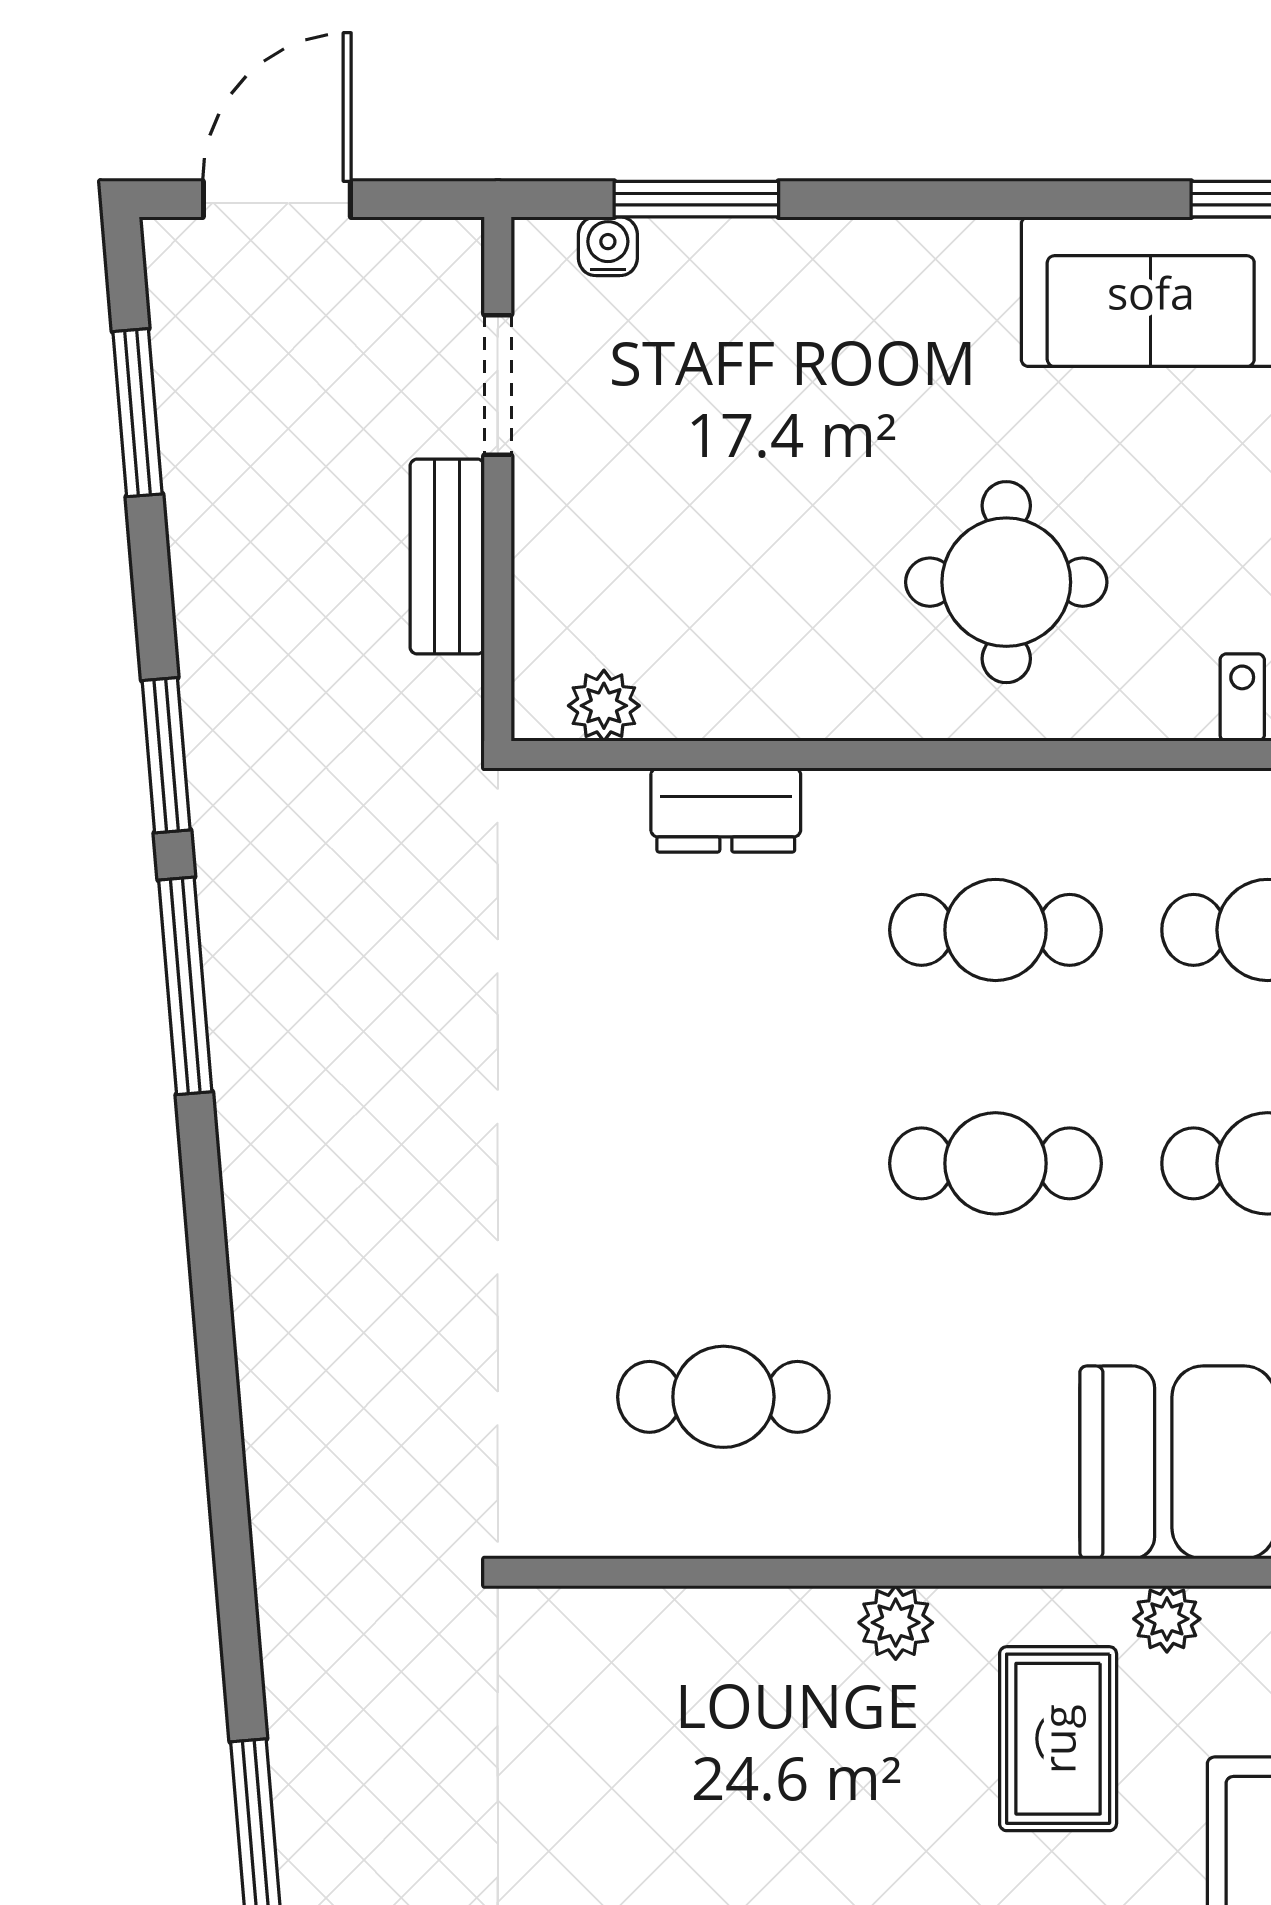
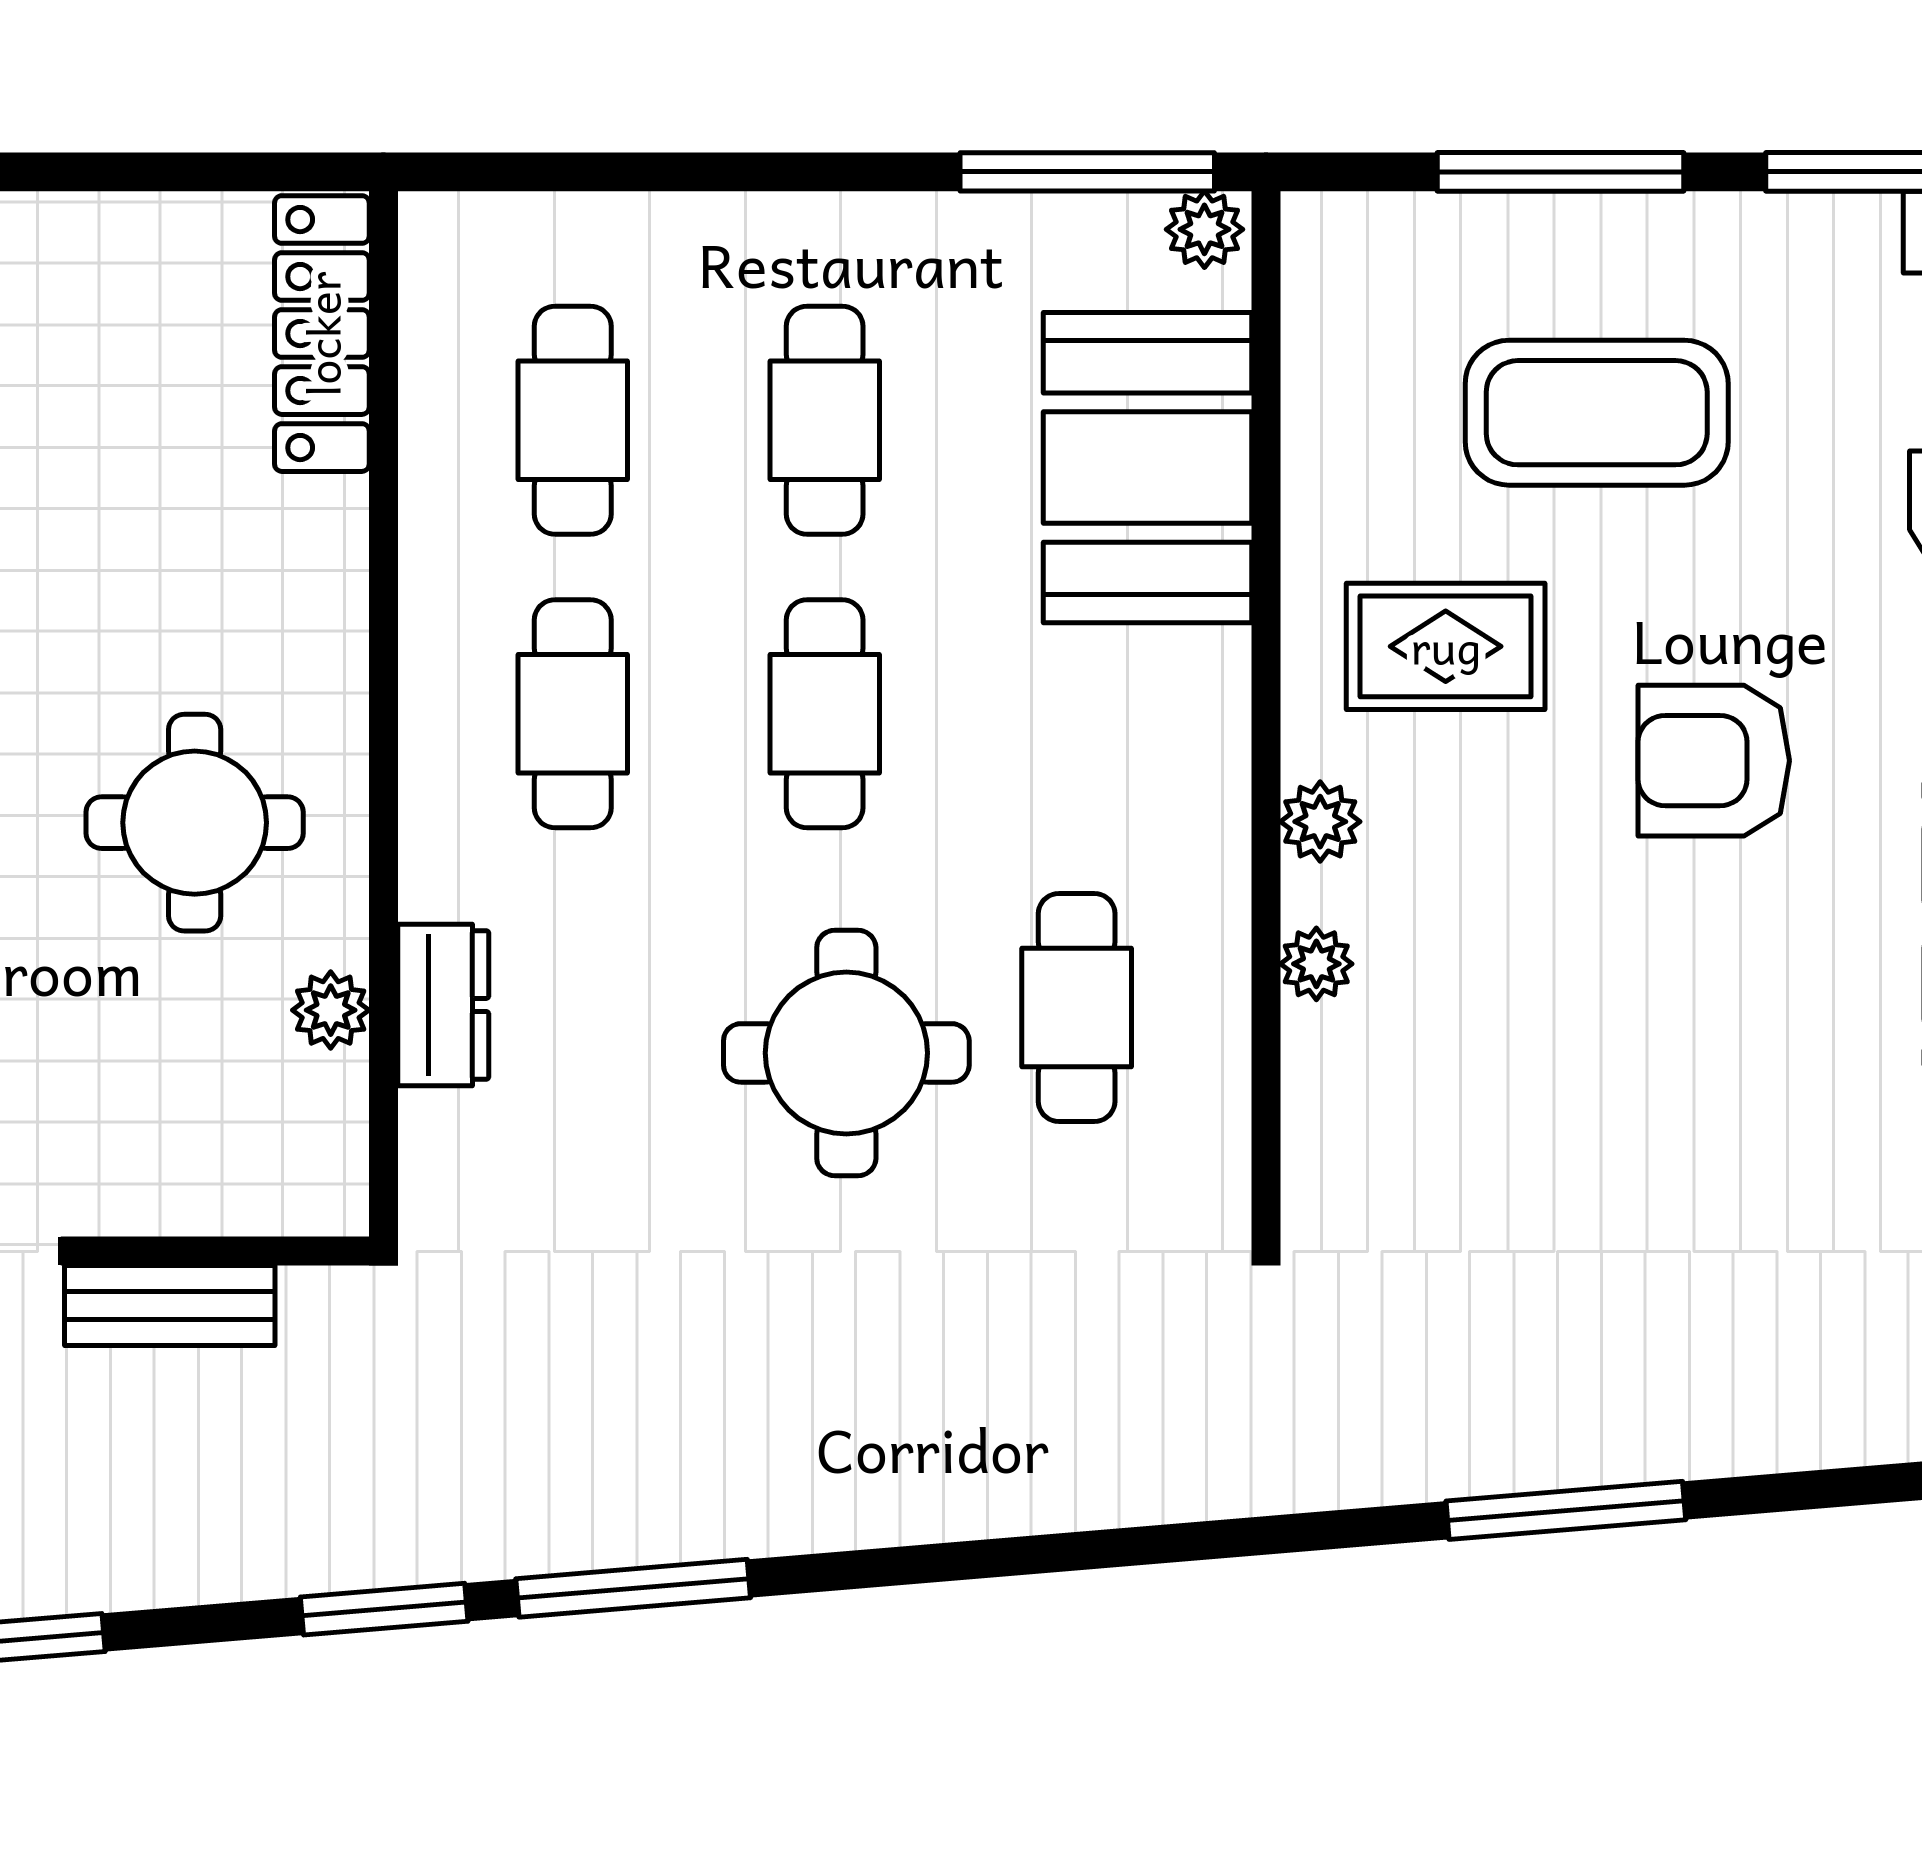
round table: (1006, 582) -> (195, 823), moved
plant: (604, 706) -> (331, 1010), moved
round table: (681, 1183) -> (846, 1053), added
plant: (1167, 1619) -> (1316, 964), moved

